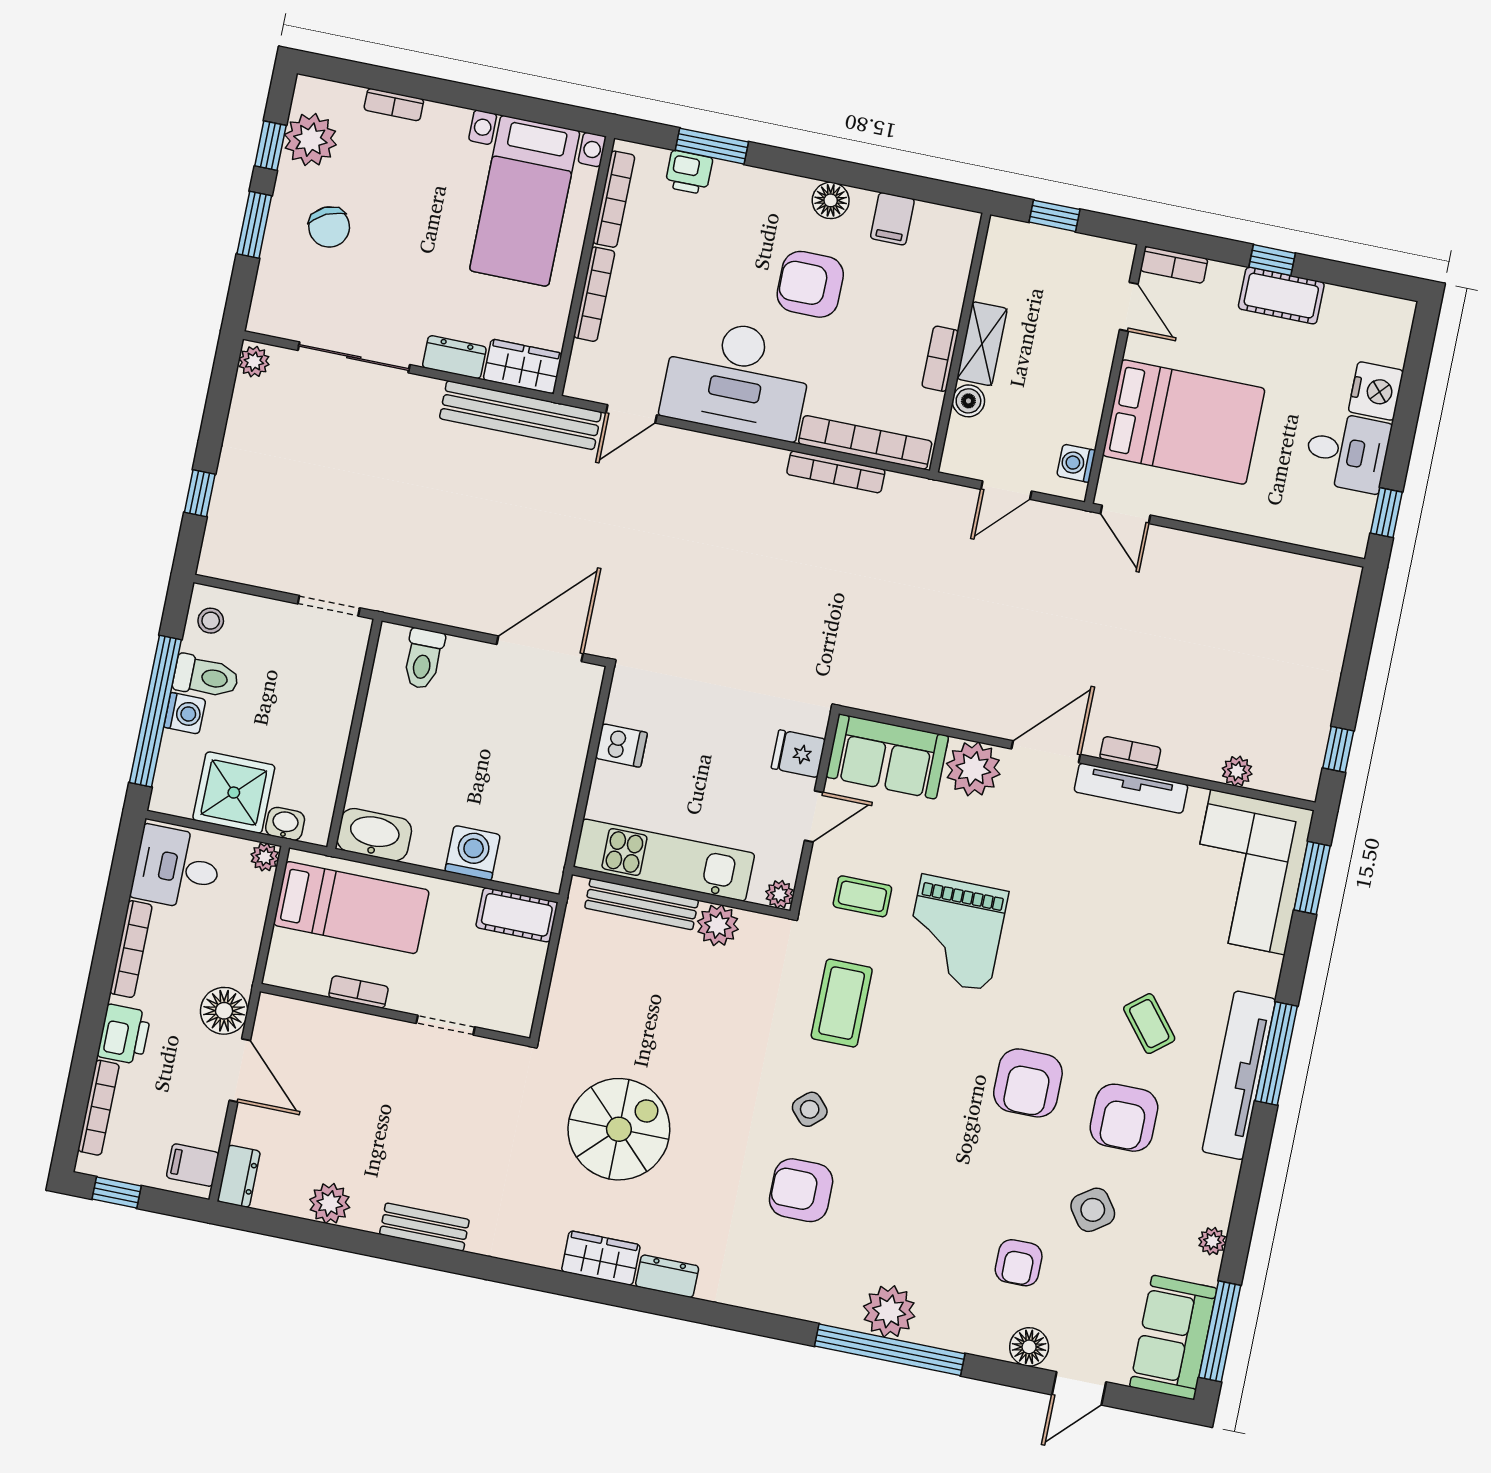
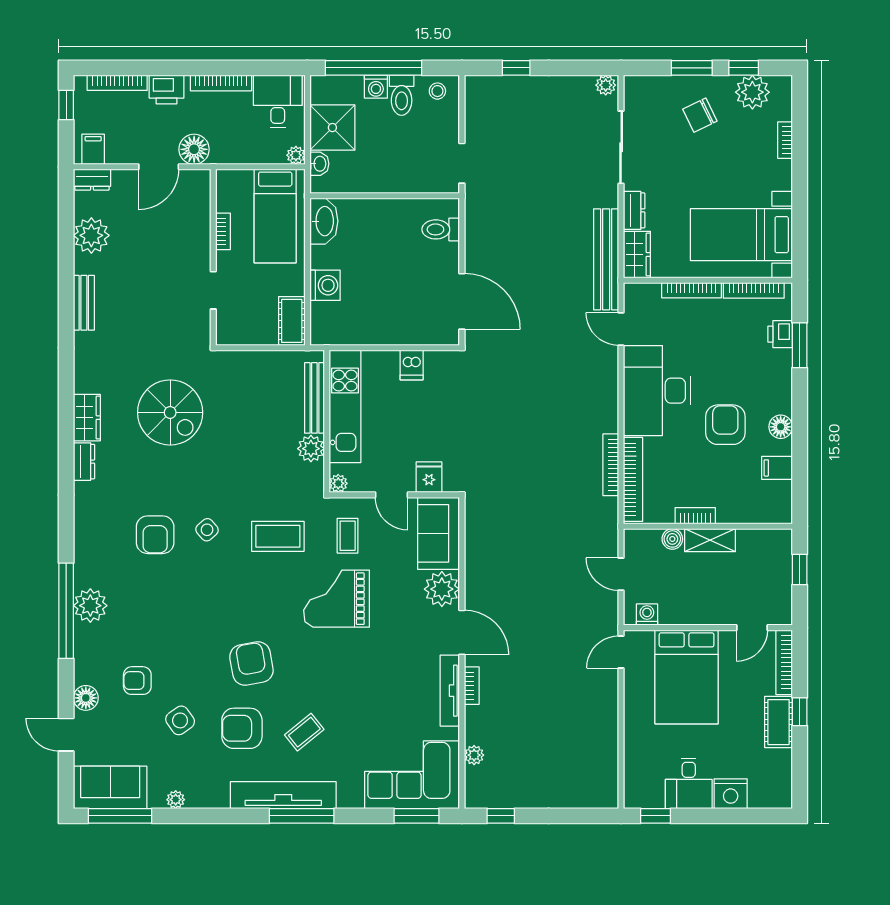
bookcase: (1174, 265) -> (784, 662), width x1.56
armchair: (1028, 1083) -> (251, 664), turned 80
armchair: (801, 1190) -> (155, 535), turned 180
plant: (330, 1203) -> (91, 235), width x1.36, depth x1.36

